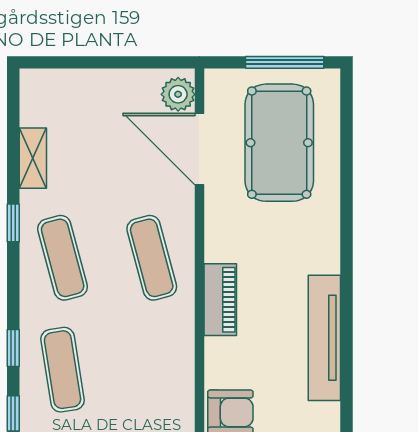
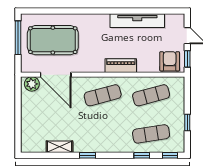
door: (200, 149) -> (56, 75), hinge flipped
exercise mat: (63, 258) -> (151, 95), moved

